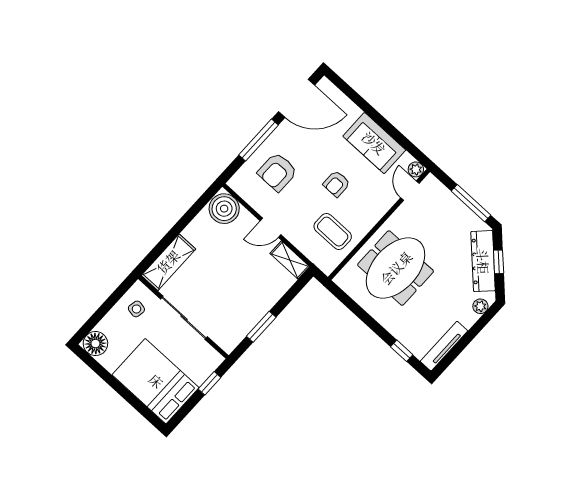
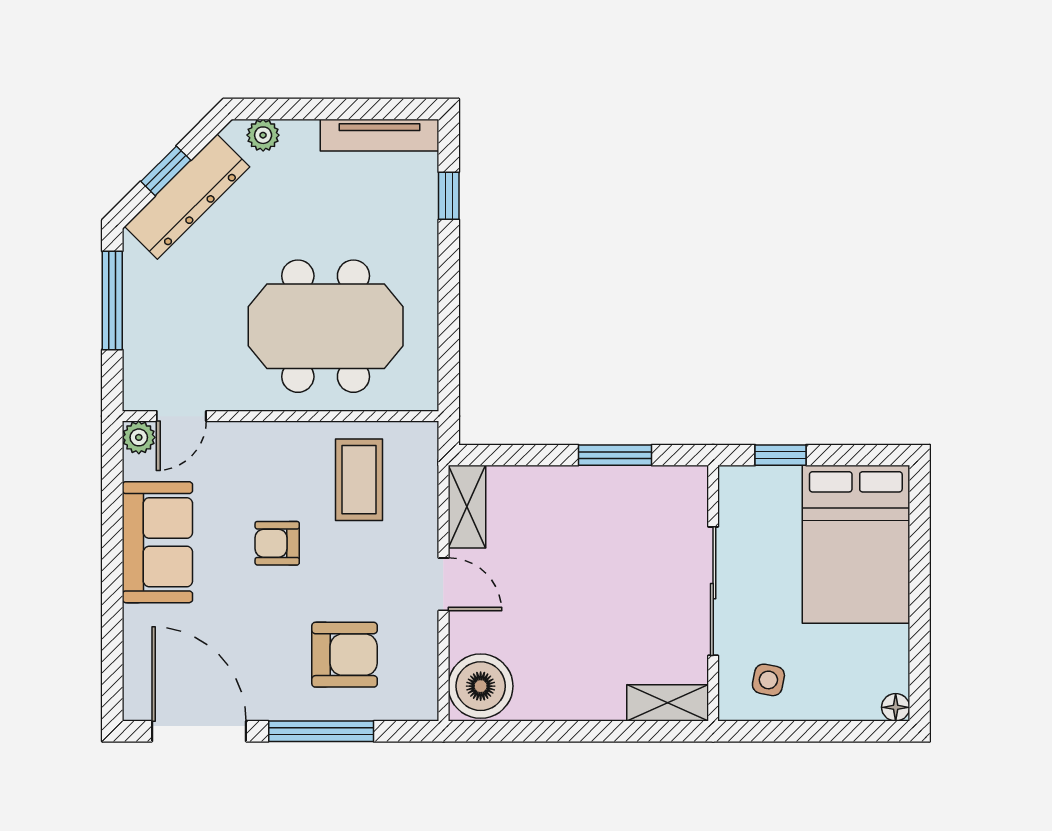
armchair: (336, 184) -> (277, 543), turned 180
shelving: (168, 262) -> (668, 703), width x0.67, depth x0.75
floor lamp: (95, 344) -> (896, 707), width x0.53, depth x0.53

